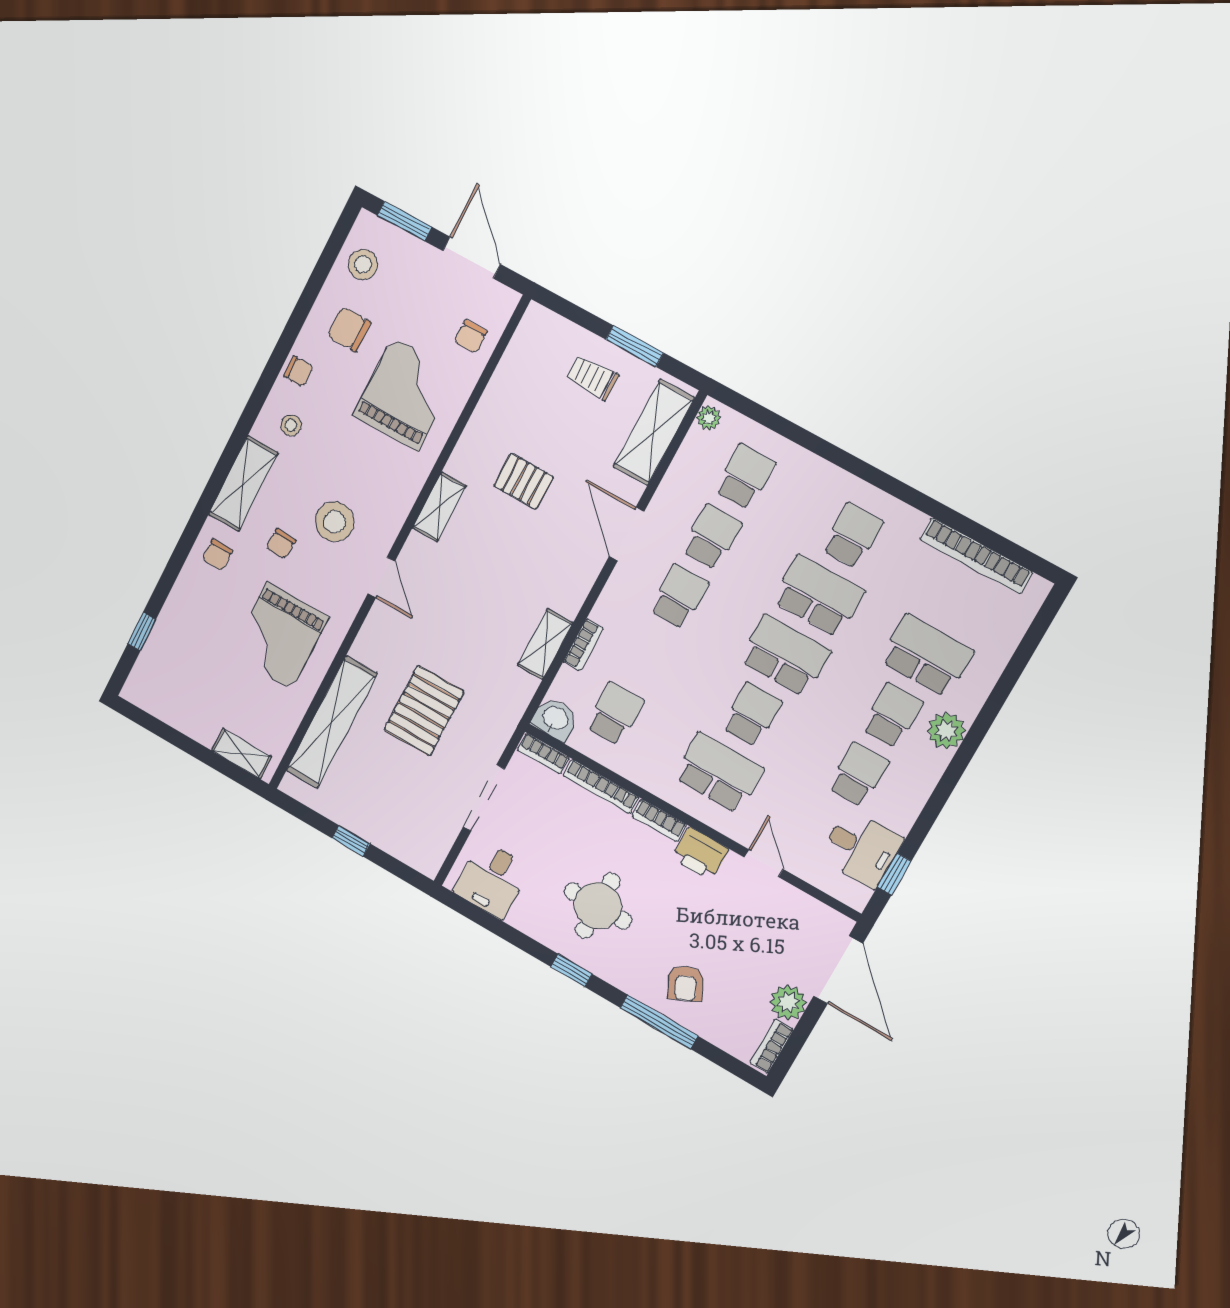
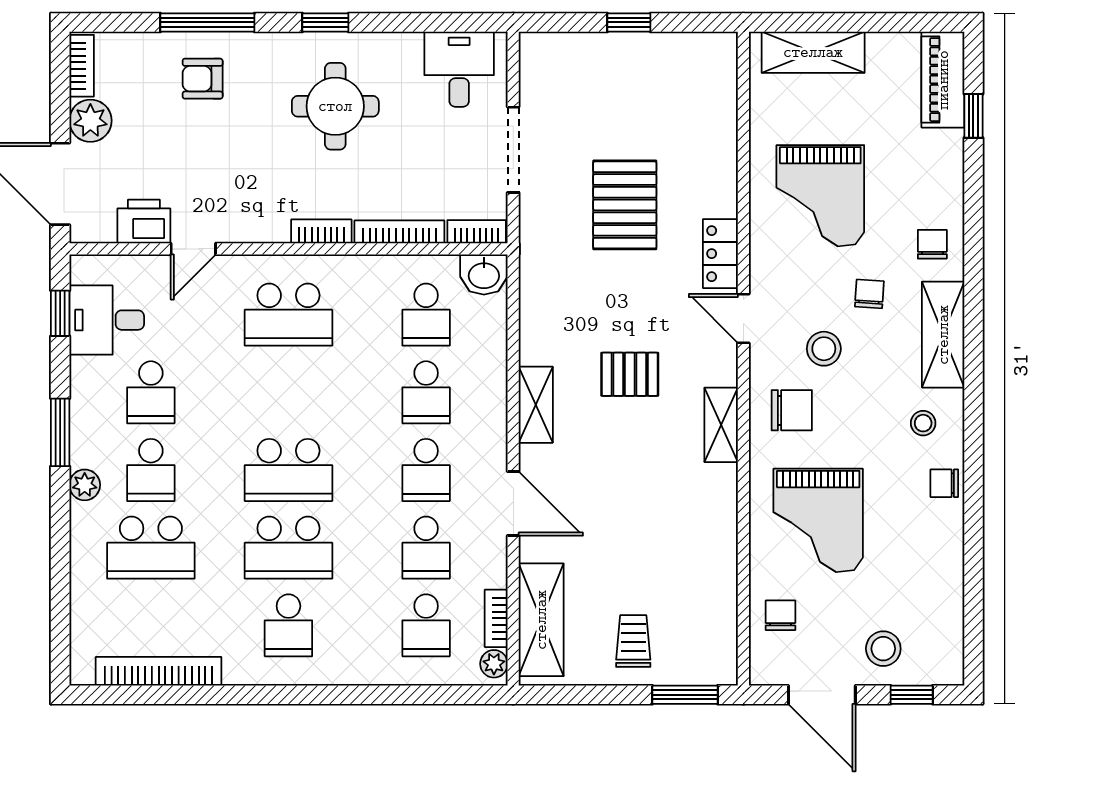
window: (405, 221) -> (912, 695), width x0.67
stool: (363, 264) -> (883, 649), moved
chair: (349, 329) -> (792, 410), moved
window: (635, 346) -> (685, 695), moved
trolley: (592, 377) -> (633, 641), turned -90
pallet: (524, 481) -> (630, 374), moved
stool: (335, 522) -> (824, 349), width x0.73, depth x0.73
locker: (373, 635) -> (720, 254), added
grand piano: (279, 636) -> (820, 196), turned 180
shelving: (545, 644) -> (536, 405), moved
bookcase: (583, 645) -> (496, 618), moved
piano: (150, 670) -> (943, 80), added
school desk: (752, 715) -> (426, 392), moved
shelving: (332, 722) -> (716, 137), removed
plant: (946, 731) -> (85, 485), width x0.73, depth x0.73
shelving: (241, 754) -> (813, 52), width x1.50, depth x1.33
window: (947, 784) -> (60, 432), added
printer: (700, 854) -> (144, 222), moved
door: (764, 863) -> (193, 249), hinge flipped
armchair: (686, 983) -> (203, 79), turned -64

